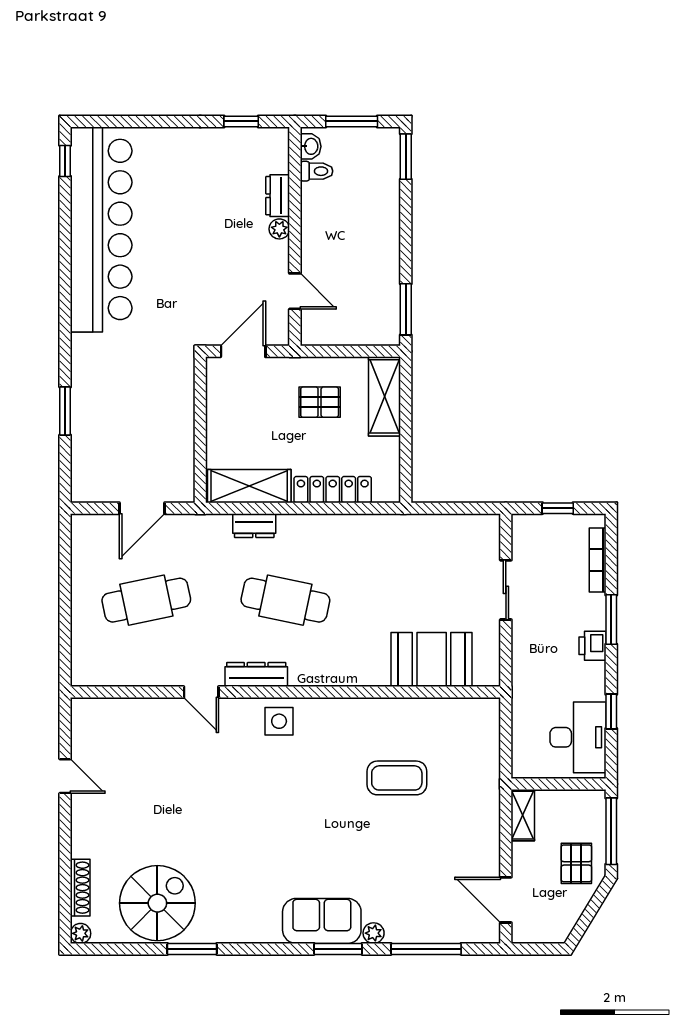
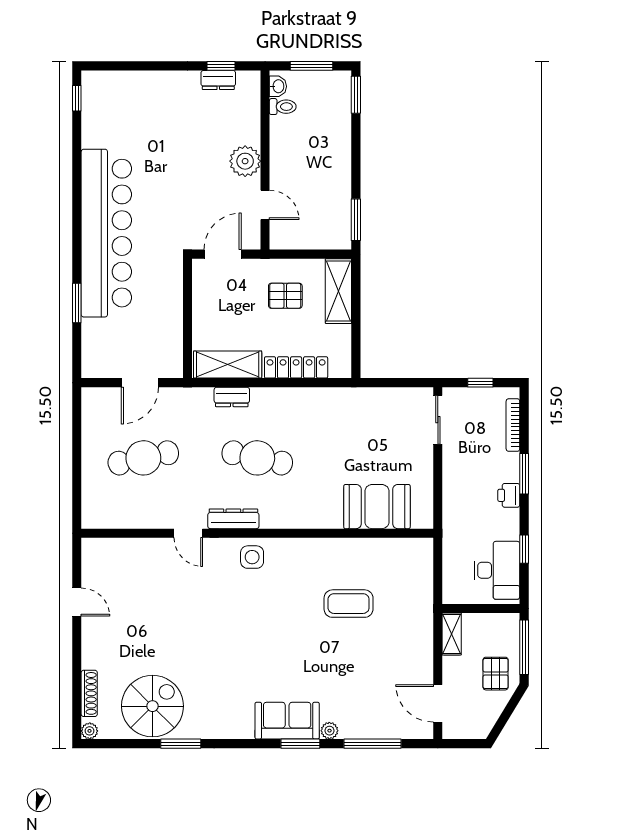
dresser: (278, 196) -> (218, 80), moved, turned -90
bar counter: (101, 229) -> (106, 233), moved
plant: (279, 229) -> (245, 161), width x1.88, depth x1.88
sliding door: (506, 590) -> (438, 420), moved

